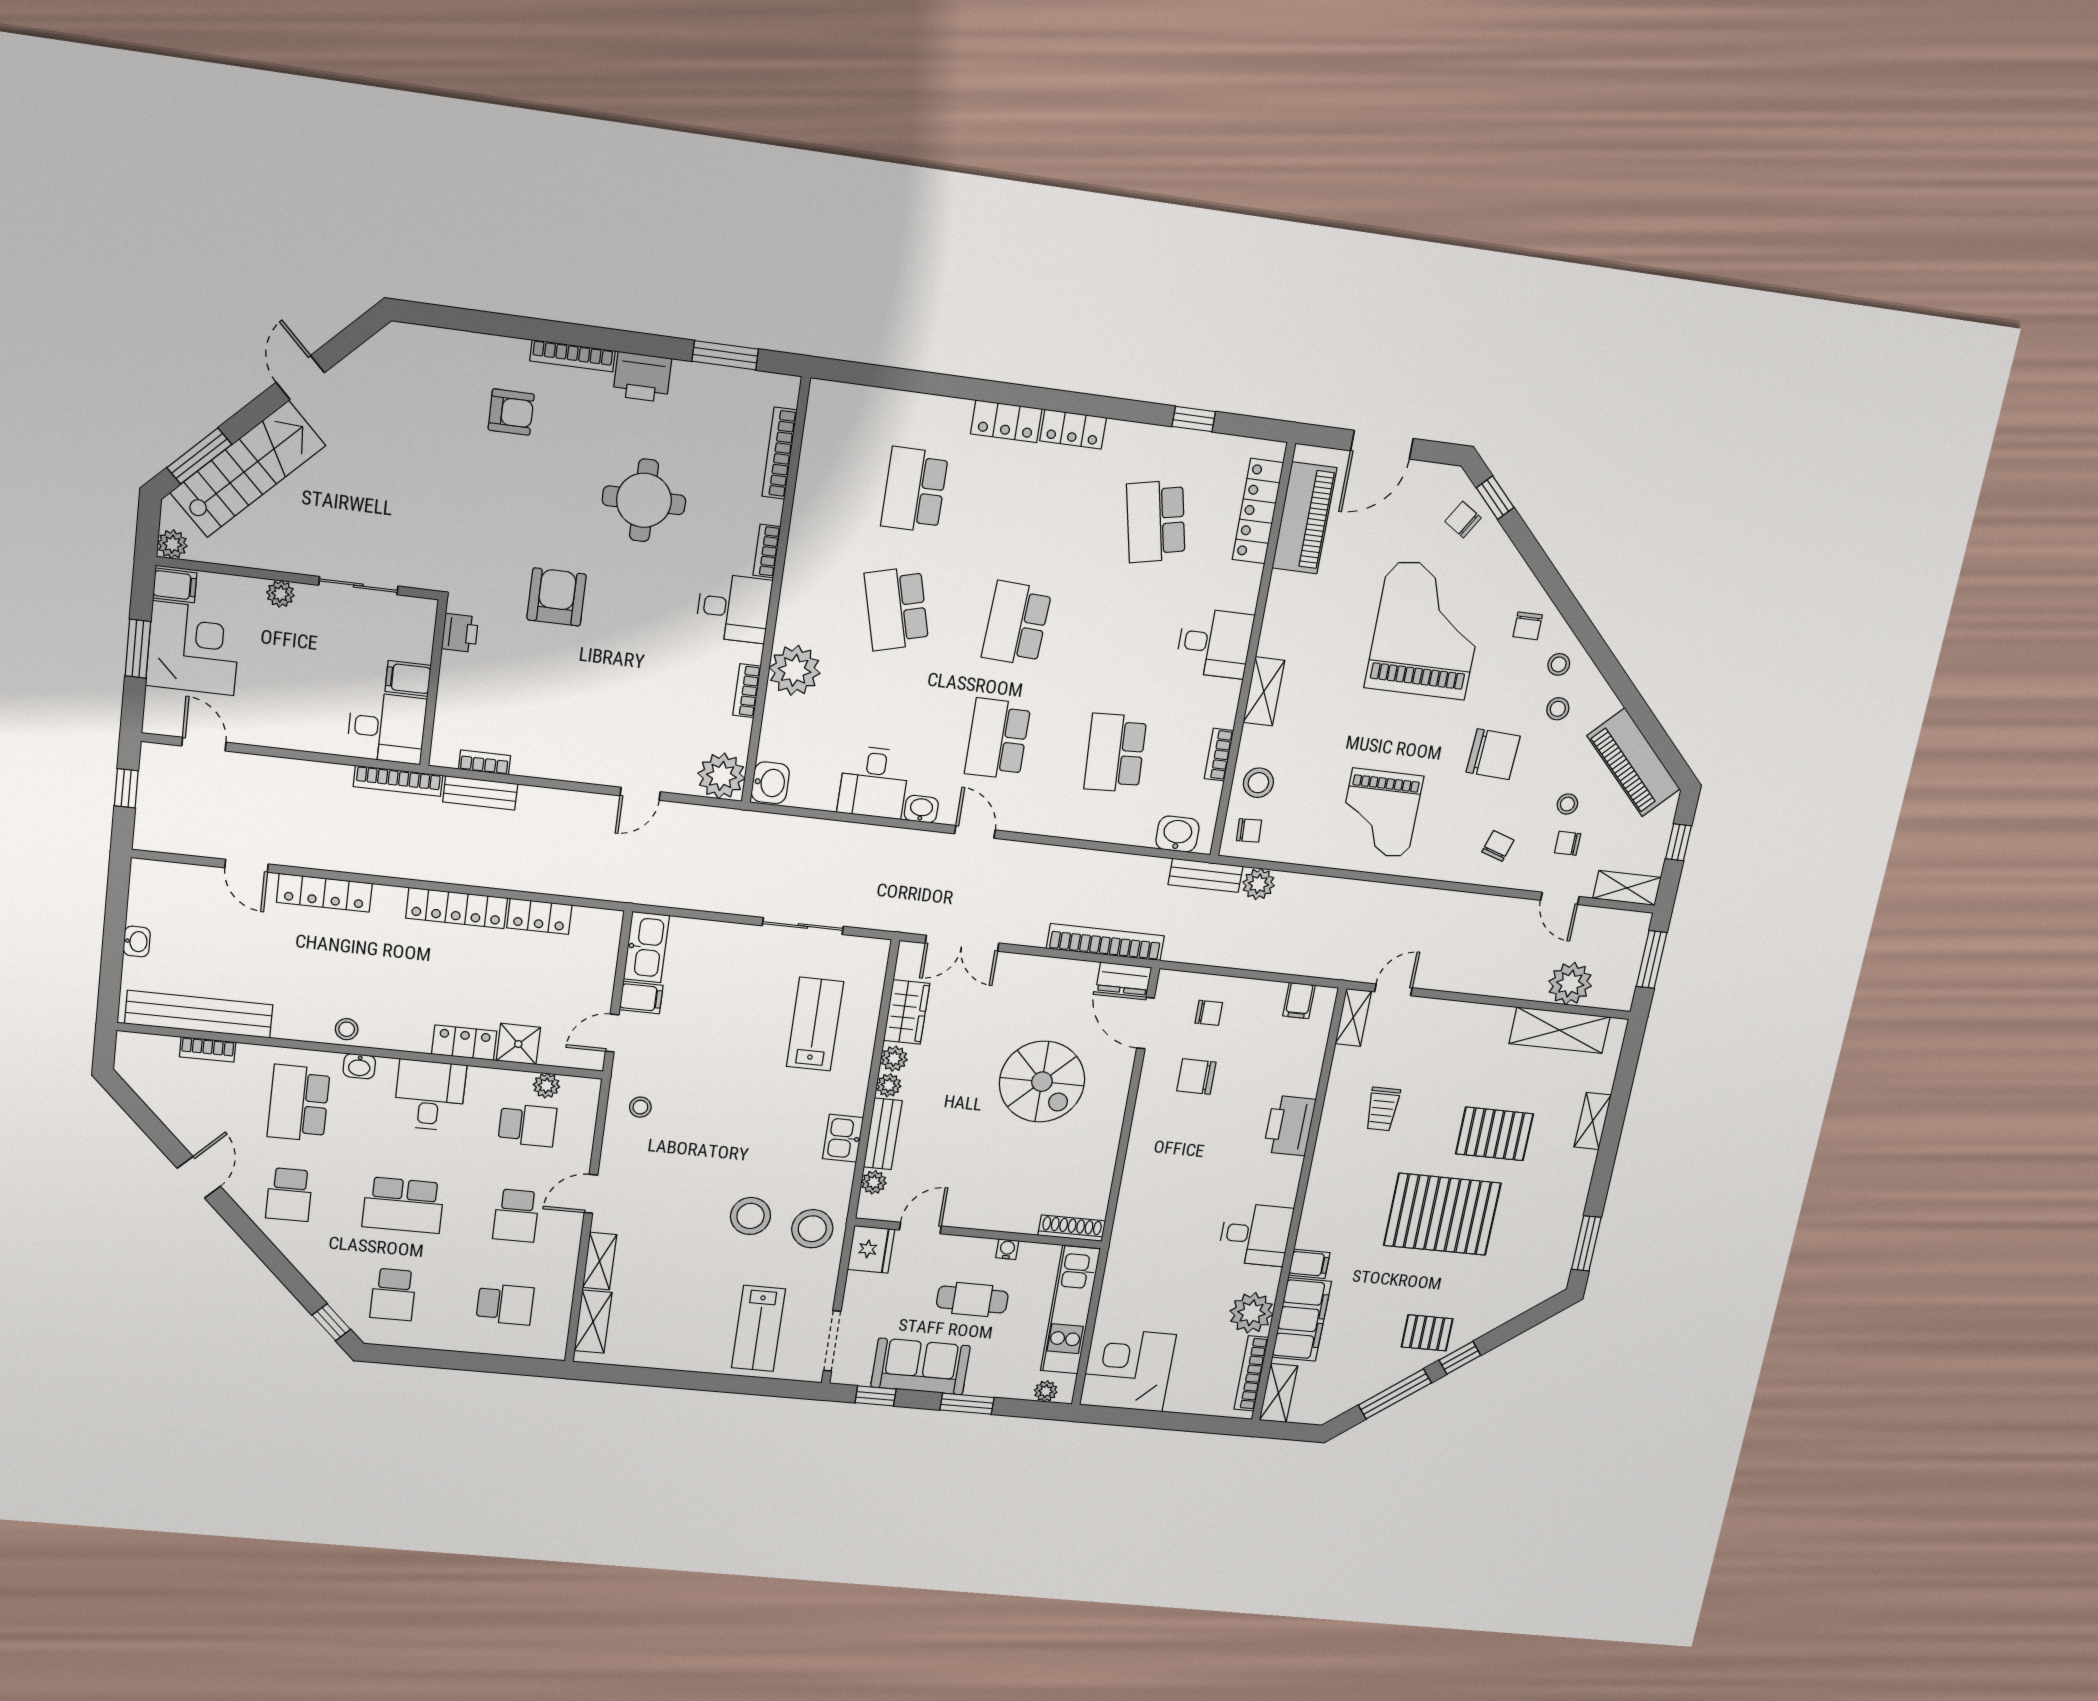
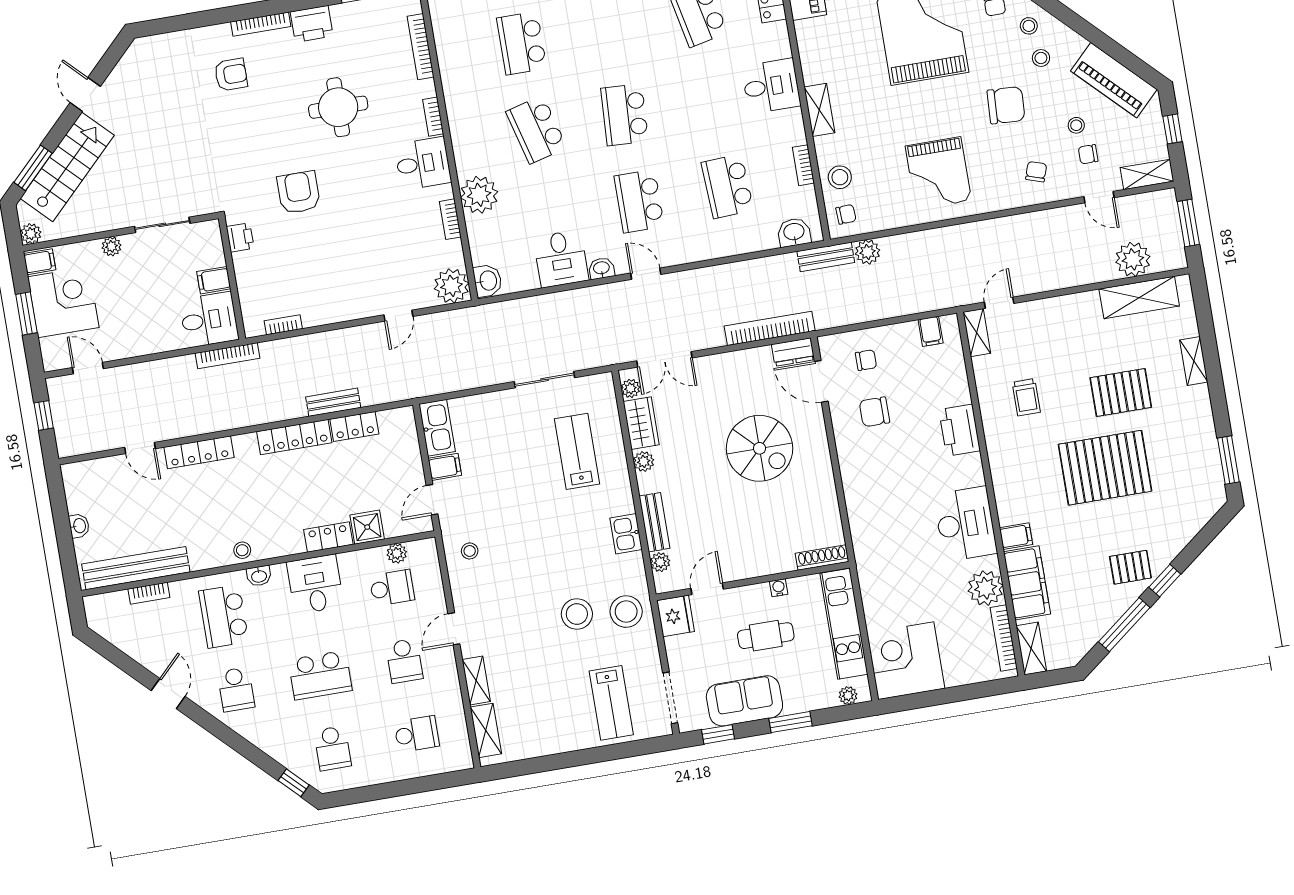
bench: (480, 793) -> (333, 402), moved
plant: (889, 1085) -> (630, 388), moved
desk: (1255, 1235) -> (965, 524), width x1.37

